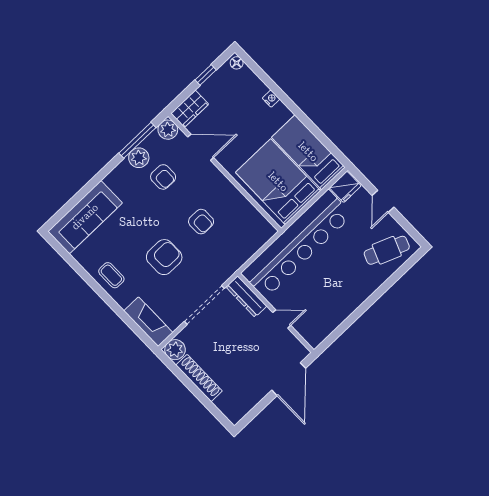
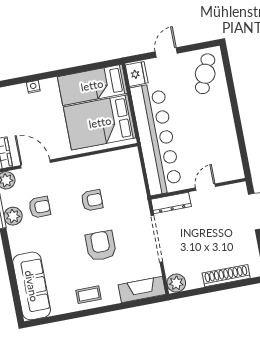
door: (201, 147) -> (36, 164), hinge flipped
door: (383, 201) -> (166, 52), swing flipped
shoe rack: (199, 378) -> (226, 276), moved

